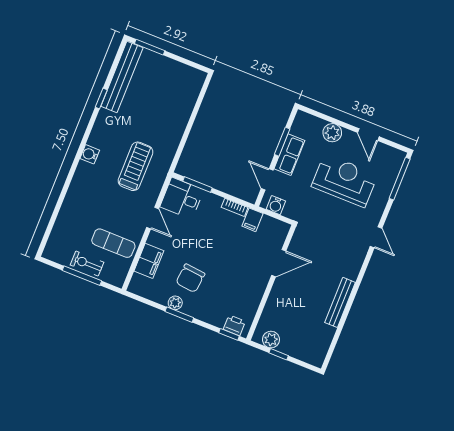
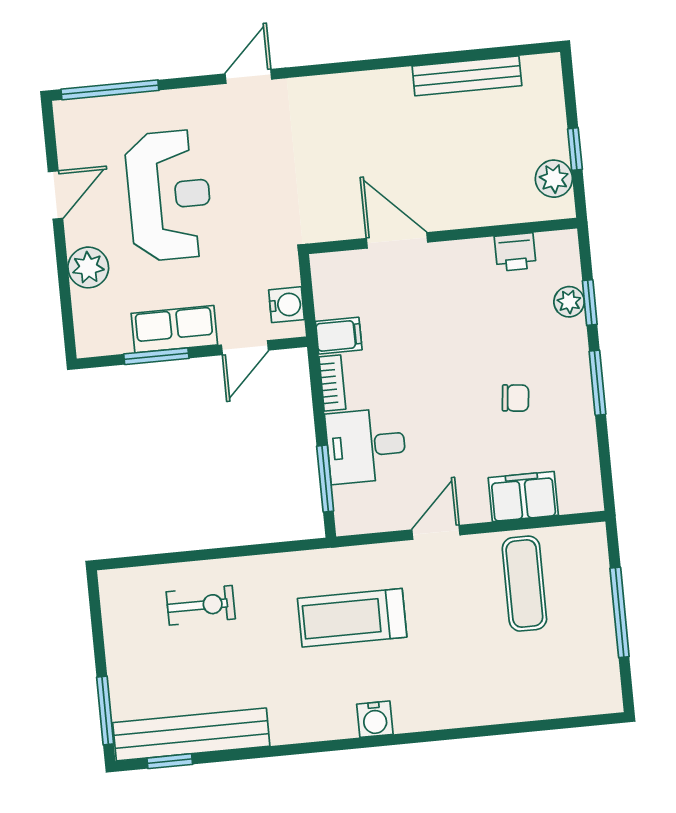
window: (101, 99) -> (170, 761), moved
reception desk: (345, 181) -> (169, 195), turned 180
desk: (182, 198) -> (366, 446), moved, turned 90
exercise bike: (87, 264) -> (201, 605), moved, turned -90
chair: (190, 278) -> (515, 398), width x0.54, depth x0.54
bench: (340, 302) -> (467, 76), moved
plant: (175, 303) -> (569, 302), moved
printer: (234, 325) -> (515, 252), moved, turned -90
window: (229, 334) -> (590, 303), moved

